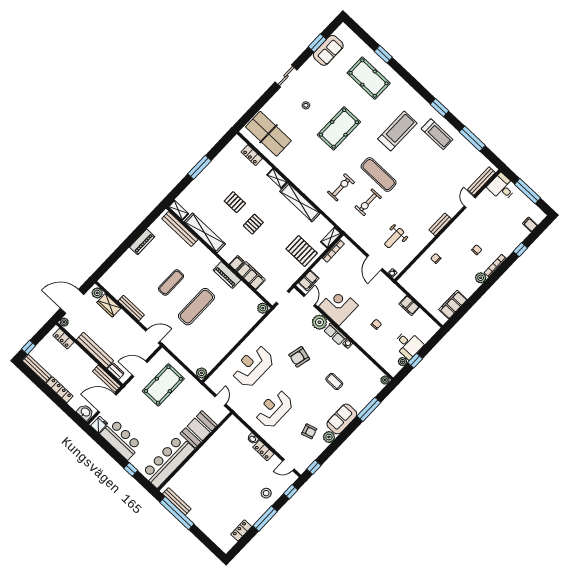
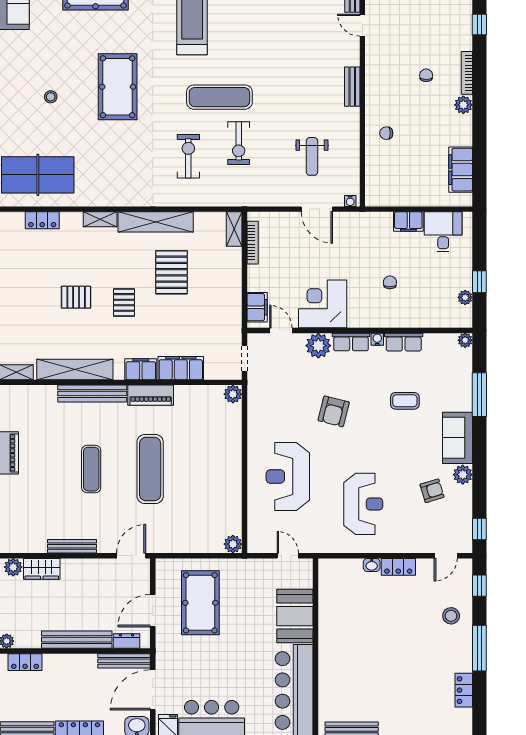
bench: (180, 229) -> (92, 394), moved
pallet: (302, 251) -> (172, 272), moved, turned 90
filing cabinet: (237, 263) -> (141, 369), width x2.00
desk: (408, 345) -> (443, 232), moved, turned -90
row of seats: (358, 356) -> (404, 342), added
reception desk: (274, 409) -> (363, 504), turned 180

